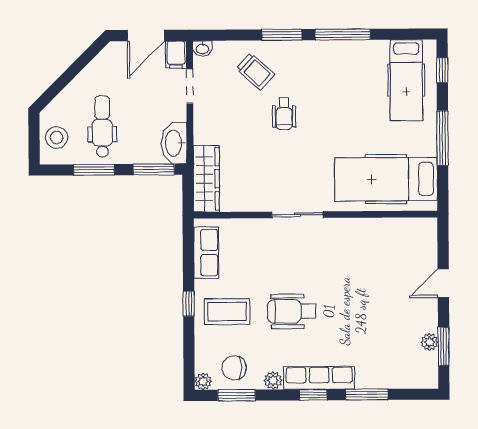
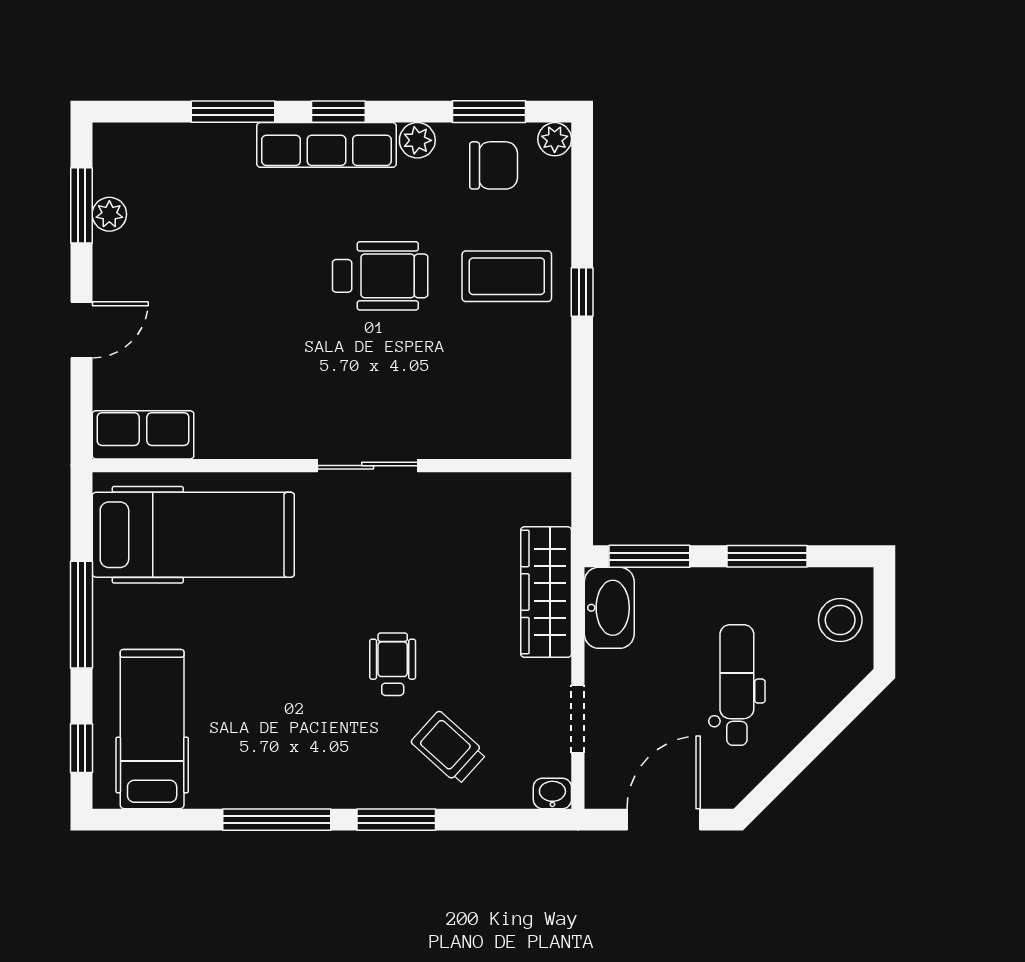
filing cabinet: (176, 55) -> (605, 782), removed
dental chair: (102, 127) -> (737, 685), moved, turned 180
wardrobe: (206, 179) -> (546, 592), moved
row of seats: (206, 253) -> (143, 435), moved, turned 90

